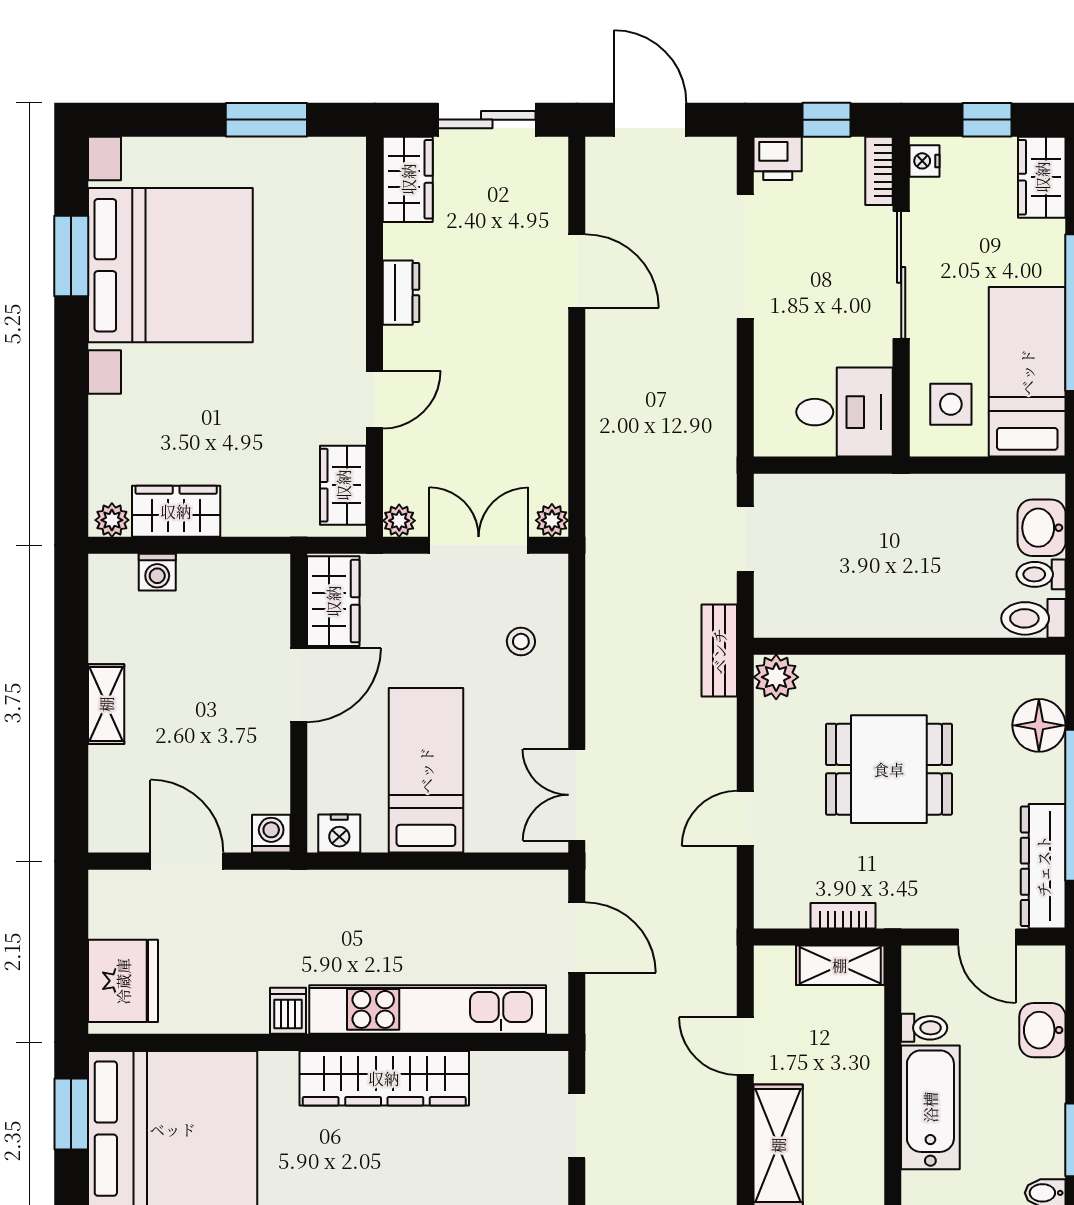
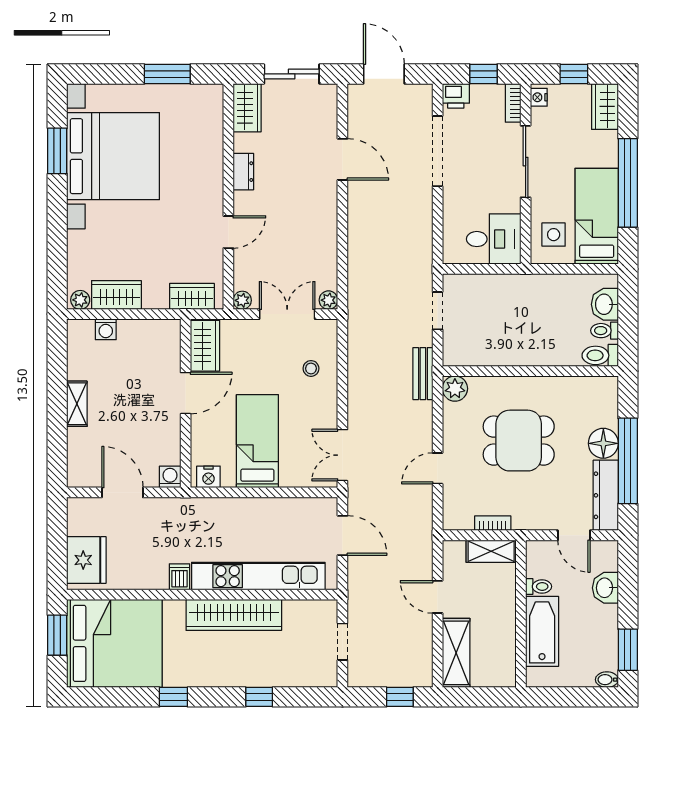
wardrobe: (343, 485) -> (192, 296), moved, turned 90
floor lamp: (1039, 725) -> (603, 443), moved

